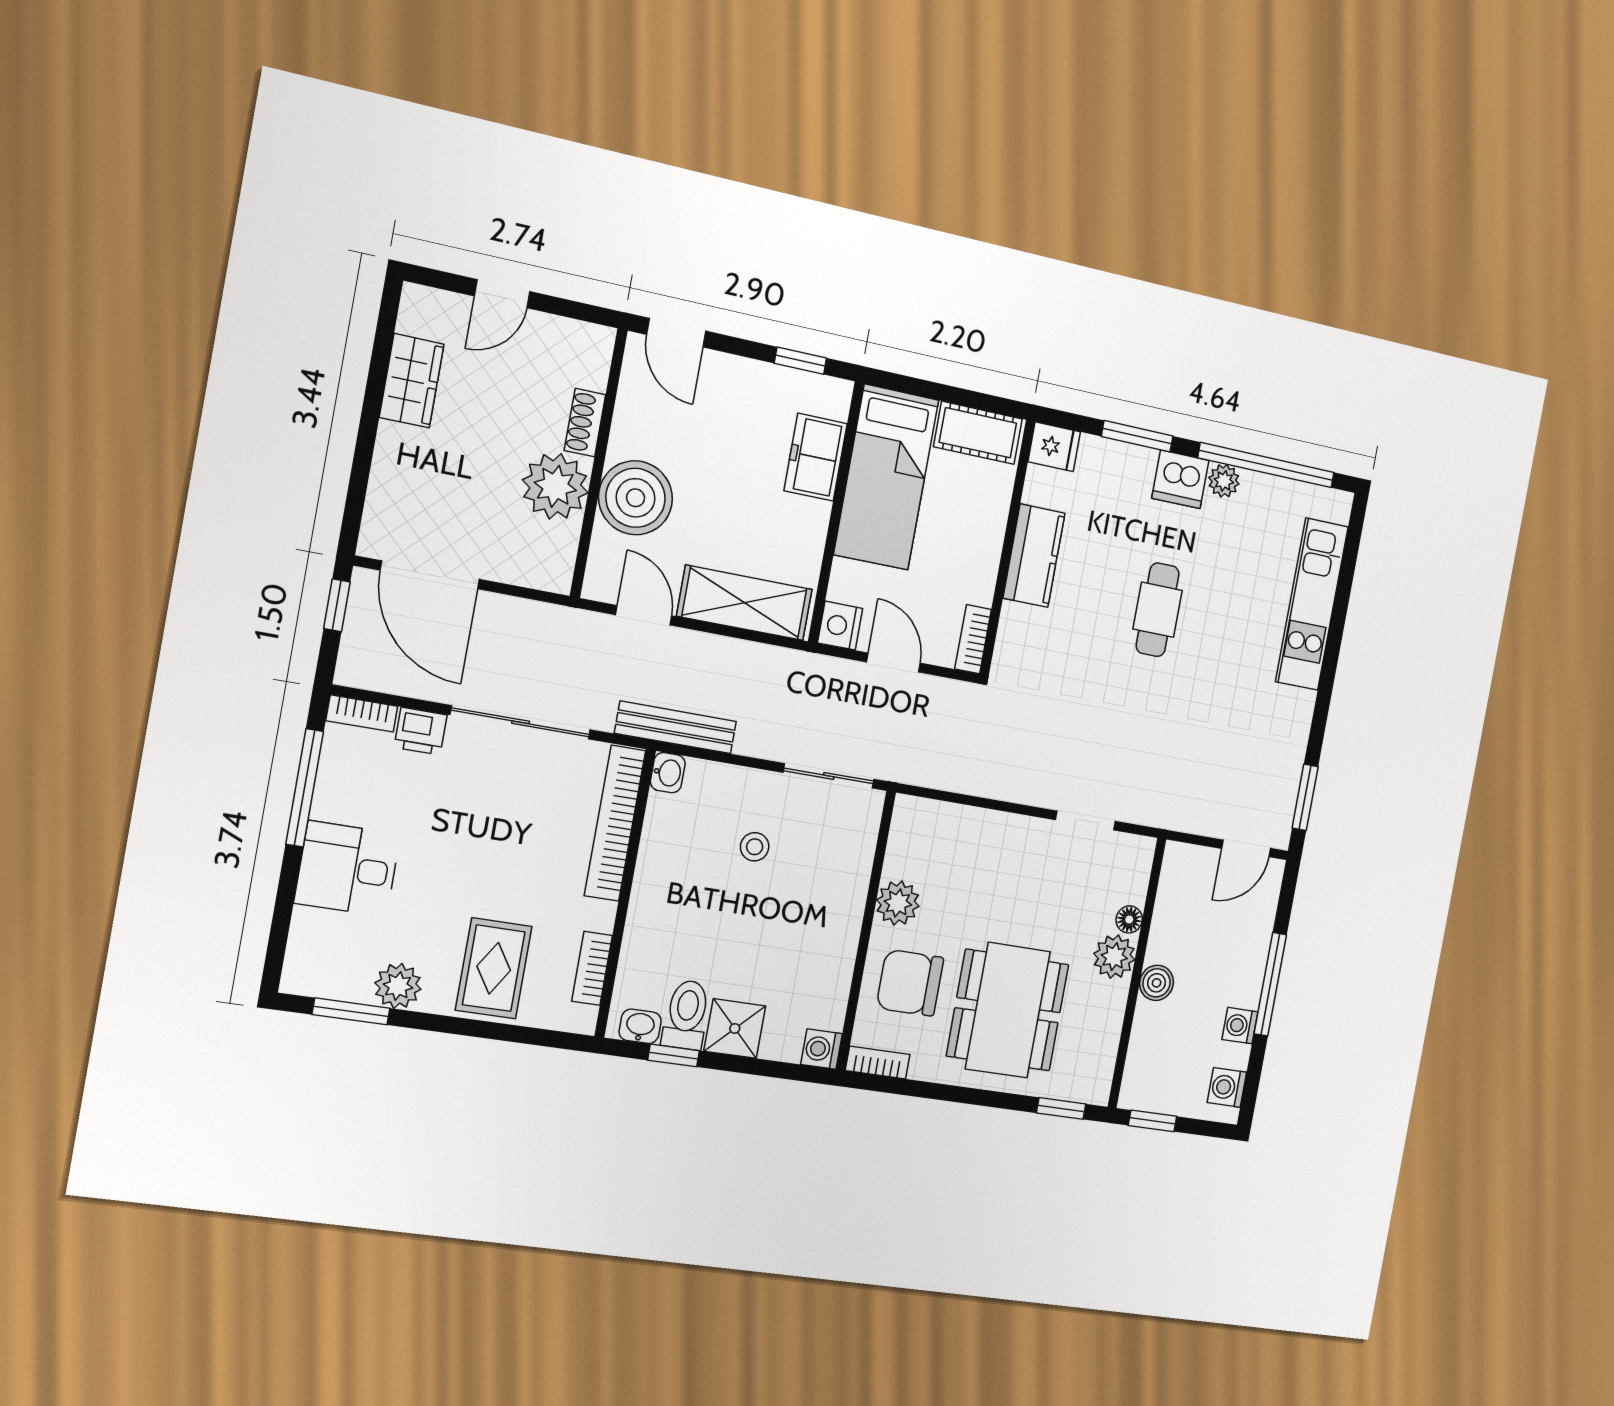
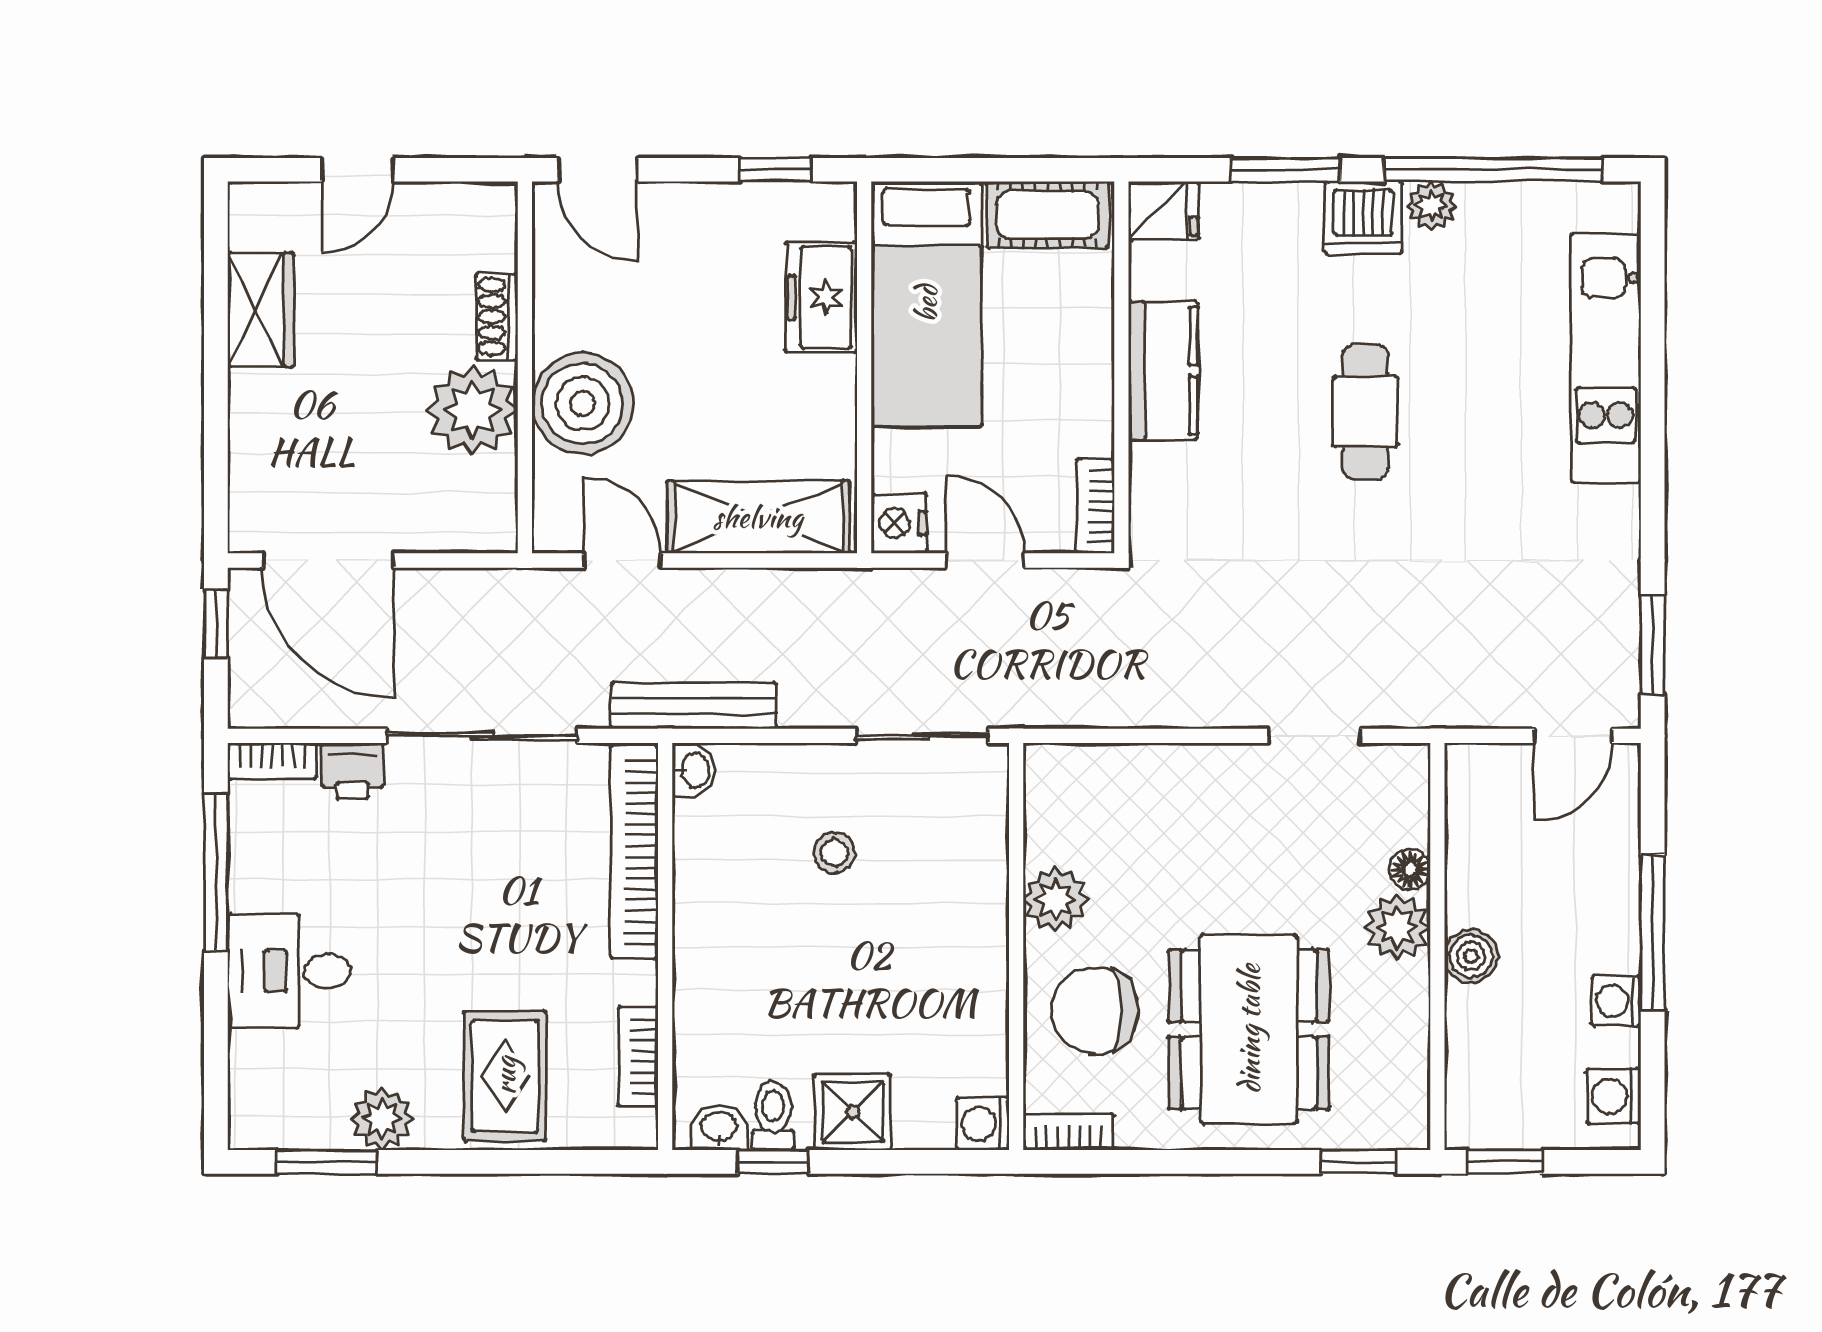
toilet: (686, 1015) -> (773, 1116), width x0.73, depth x0.72

